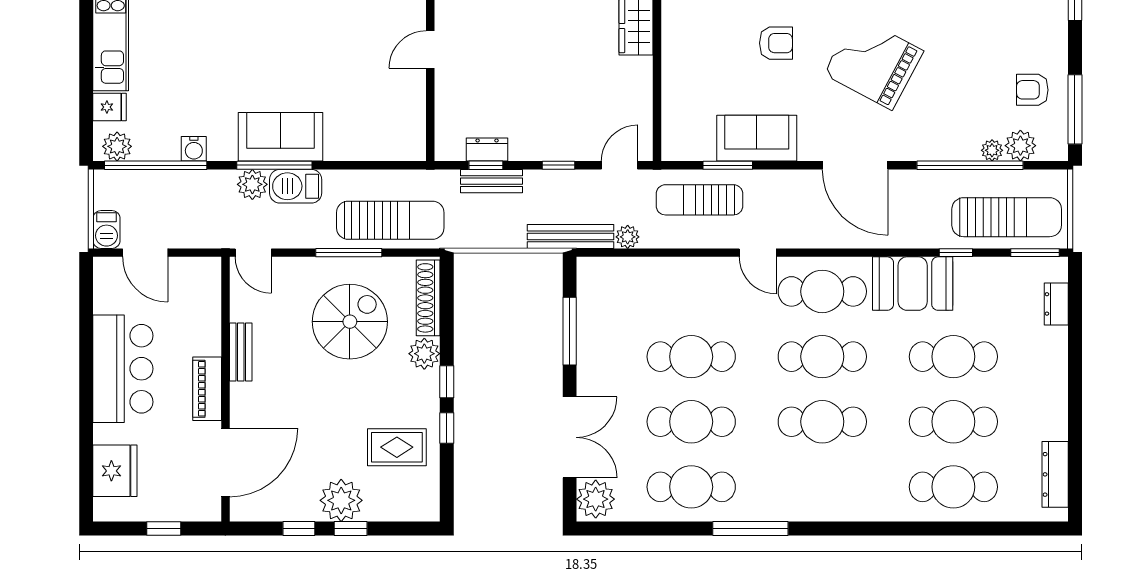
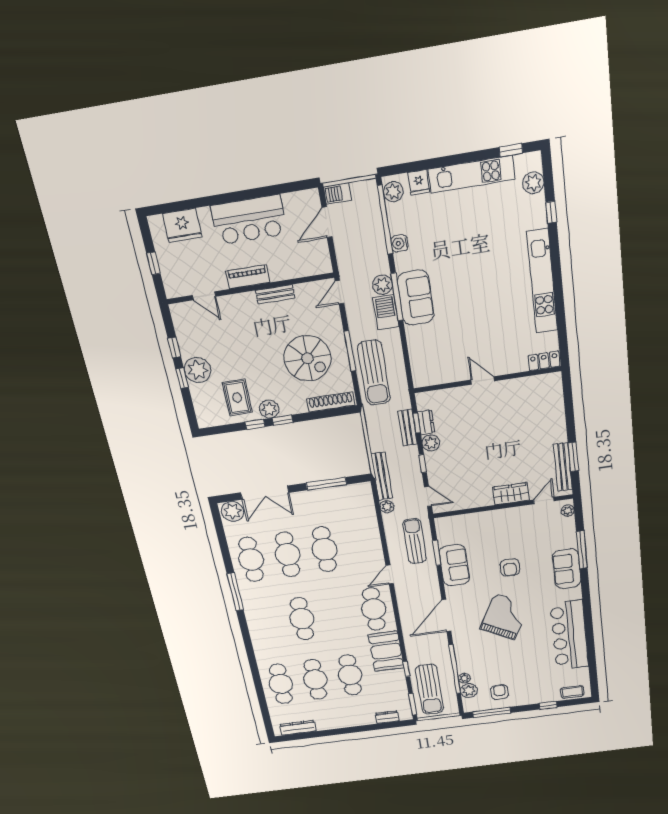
plant: (524, 147) -> (431, 443), added
plant: (424, 354) -> (269, 409), moved
cafe table: (822, 357) -> (338, 614), removed
door: (225, 463) -> (204, 296), width x0.53

